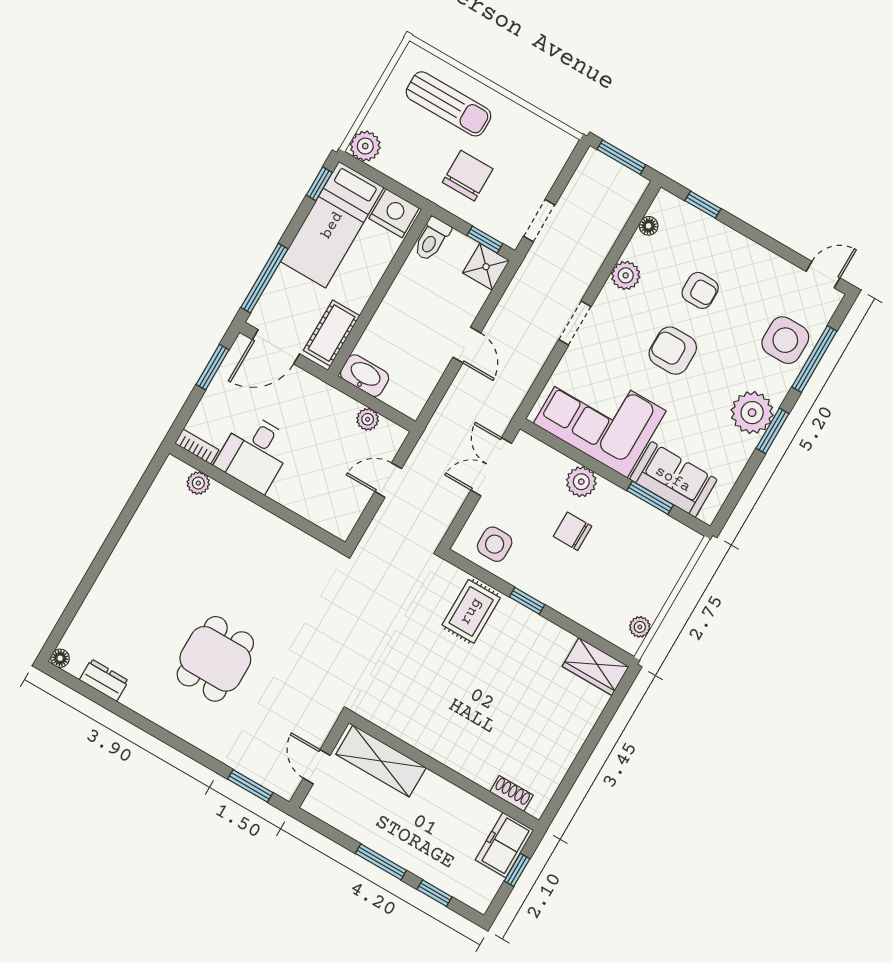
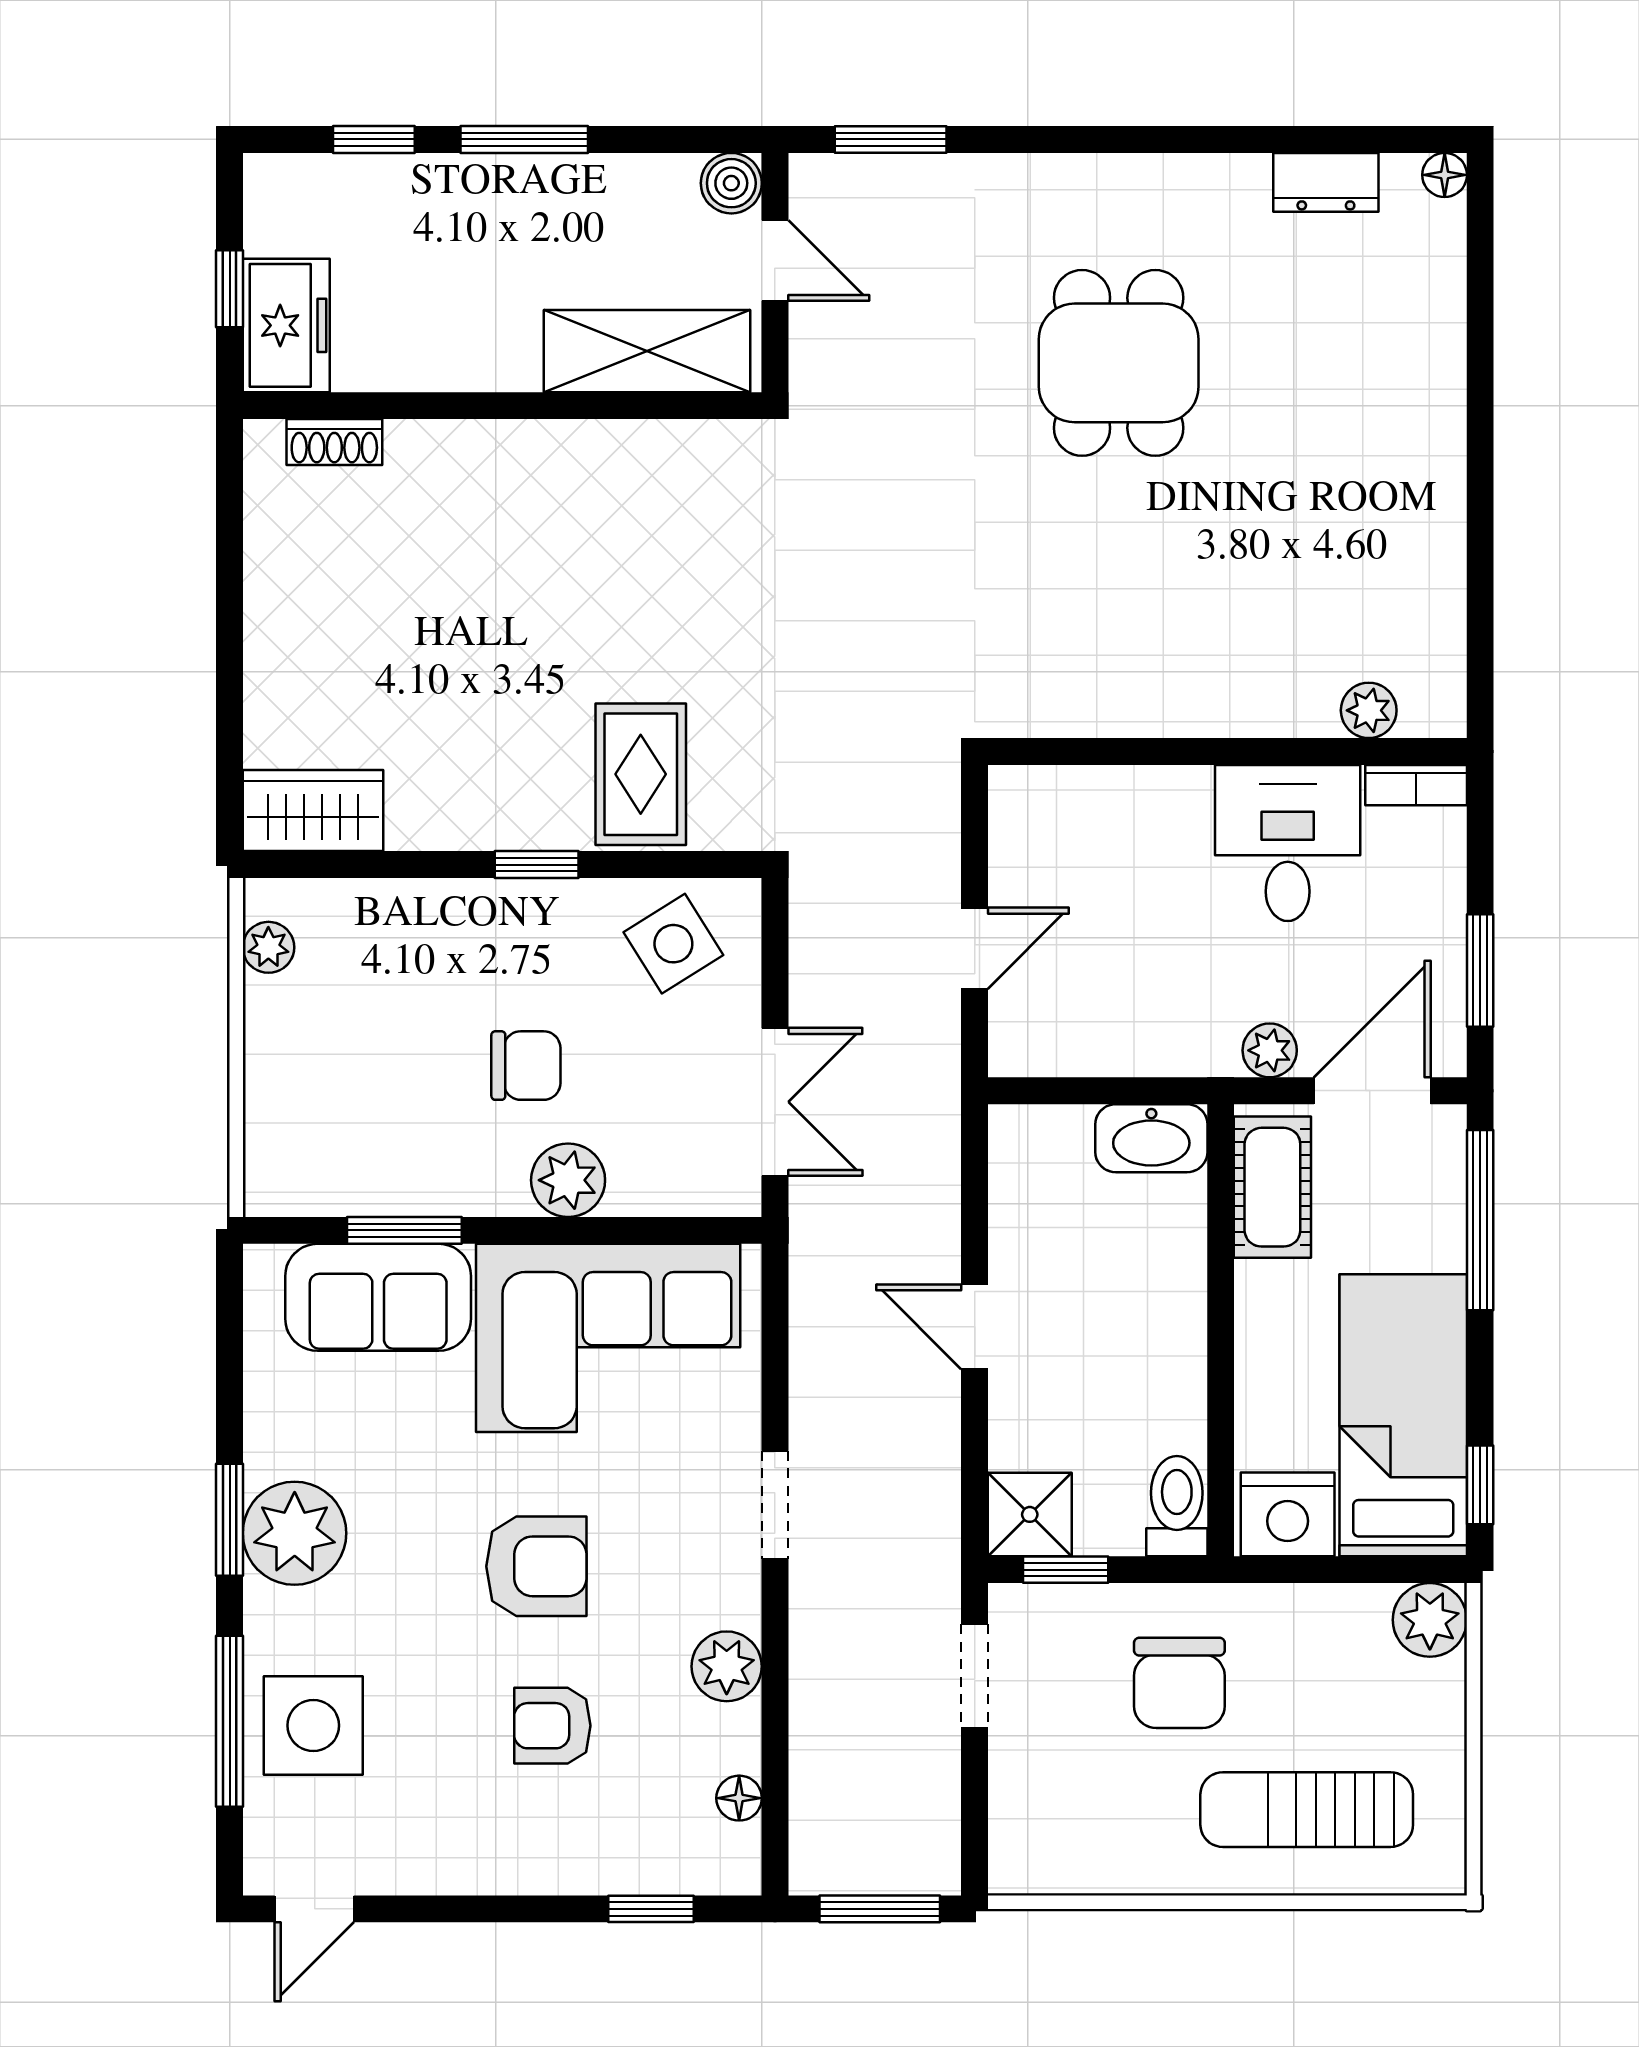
plant: (368, 419) -> (1270, 1050), moved
side table: (495, 544) -> (673, 944), turned -32
boiler: (316, 803) -> (731, 183), added

